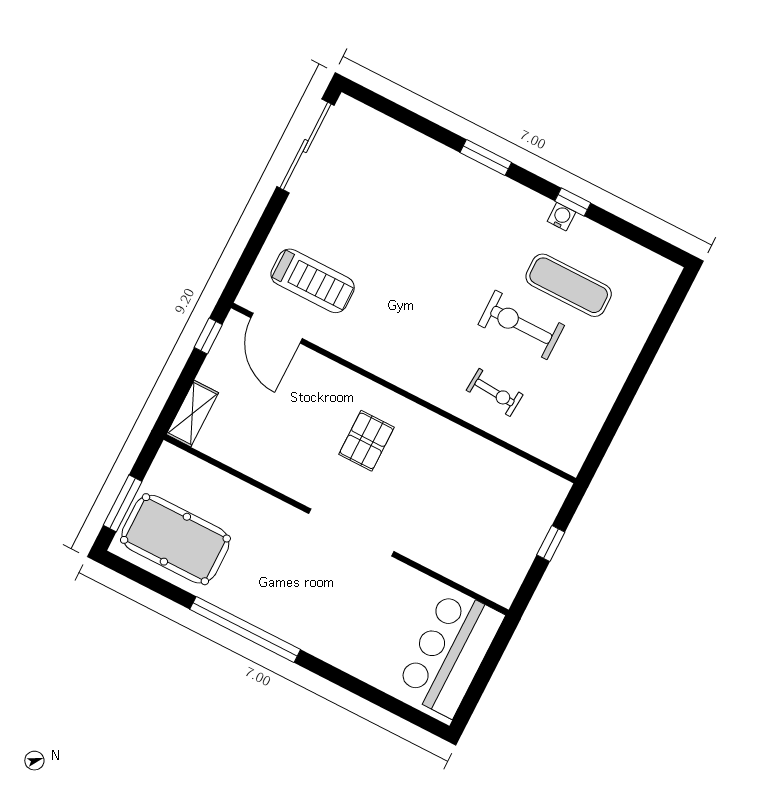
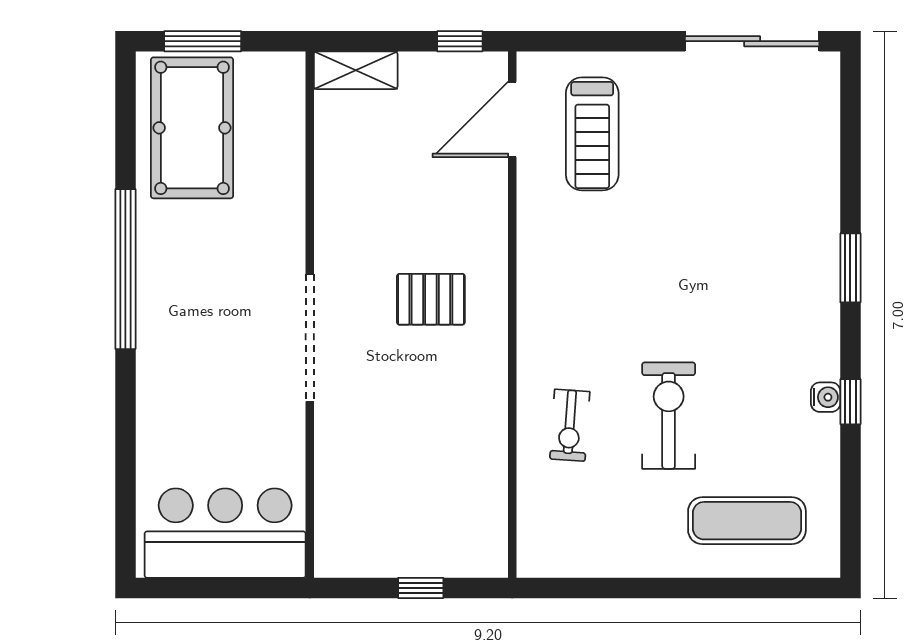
exercise mat: (569, 285) -> (747, 521), moved, turned 90

